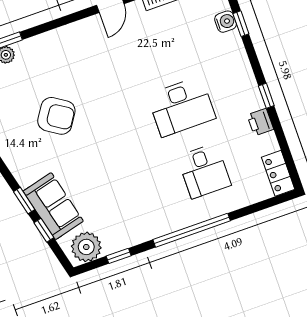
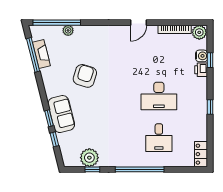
armchair: (56, 116) -> (85, 76), turned -106
printer: (260, 122) -> (201, 70), moved
sofa: (53, 206) -> (61, 114), moved
plant: (86, 247) -> (89, 158), moved

